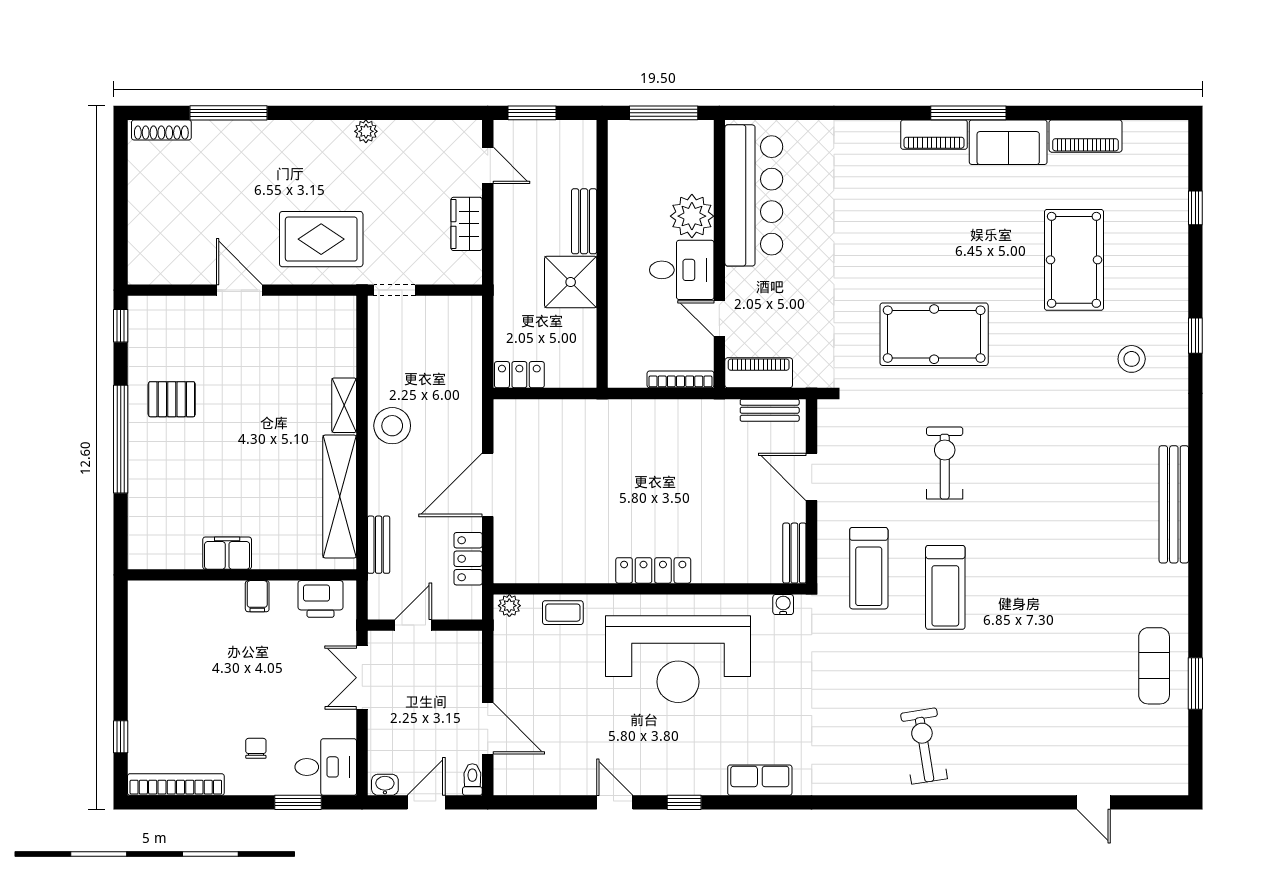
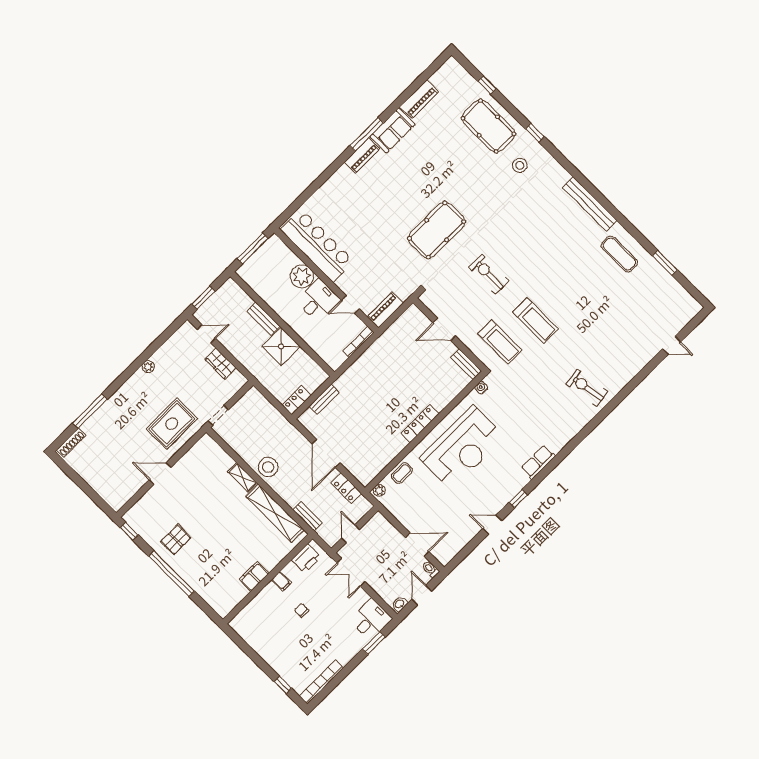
pool table: (1074, 260) -> (488, 126), moved
bench: (770, 410) -> (324, 399), moved
exercise mat: (1154, 666) -> (619, 254), moved
chair: (256, 748) -> (301, 610), moved

